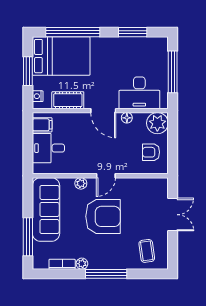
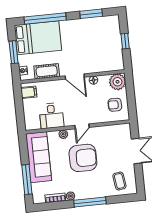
window: (173, 72) -> (125, 41), width x0.46
desk: (139, 93) -> (101, 60), removed
desk: (48, 148) -> (51, 116), moved, turned -90

